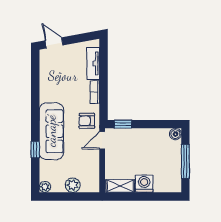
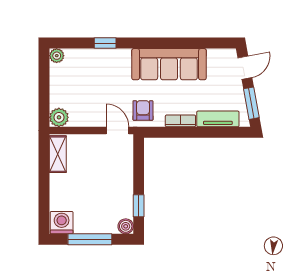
window: (81, 38) -> (251, 103), added
window: (123, 124) -> (139, 206), moved
sofa: (51, 131) -> (169, 64), moved
washing machine: (144, 184) -> (62, 223), moved, turned -90
plant: (73, 185) -> (59, 117), moved

